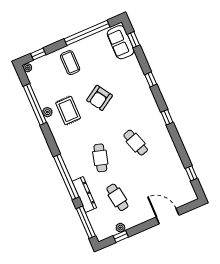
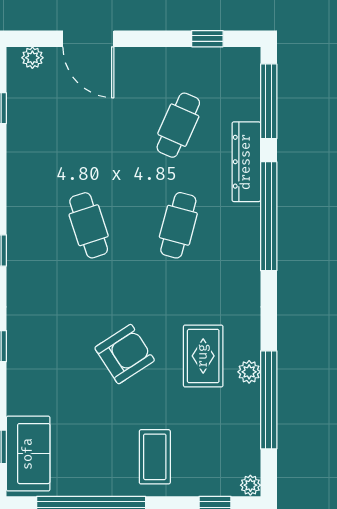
cafe table: (117, 197) -> (178, 125), turned 33
plant: (120, 228) -> (32, 58), moved

